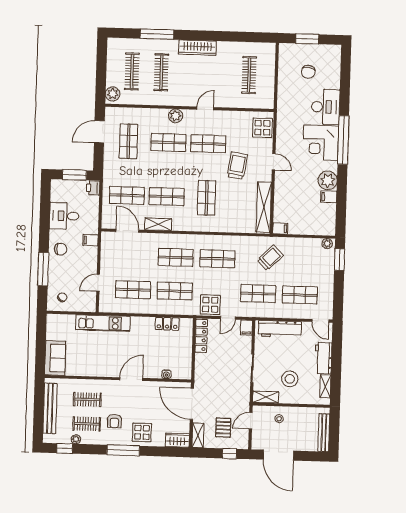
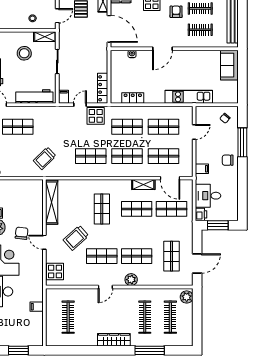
chair: (308, 72) -> (22, 233), moved
trolley: (237, 166) -> (76, 238), turned 39
desk: (64, 216) -> (208, 196), moved, turned 180
filing cabinet: (280, 229) -> (37, 307), moved
shop shelf: (258, 294) -> (164, 156), moved

